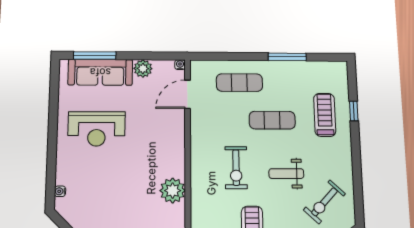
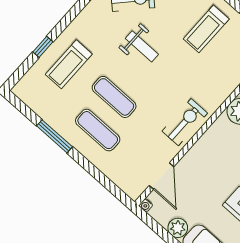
exercise mat: (239, 83) -> (98, 130), moved
door: (188, 94) -> (161, 176), hinge flipped
exercise bike: (236, 168) -> (185, 122), moved

